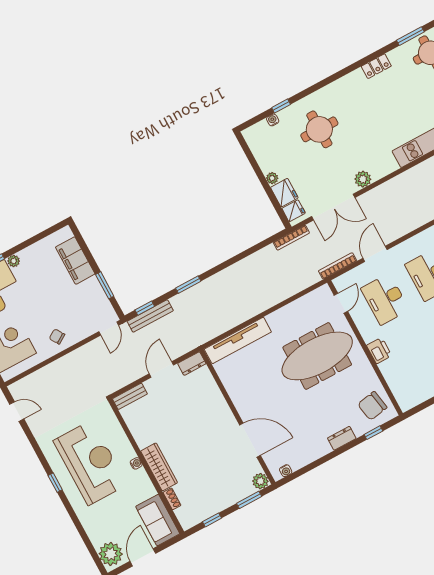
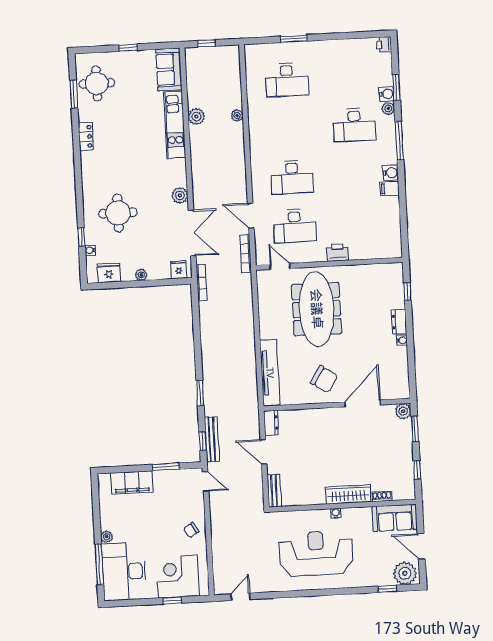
fridge: (284, 193) -> (109, 273), moved
chair: (372, 406) -> (324, 379), moved, turned -47
water cooler: (286, 471) -> (402, 340), moved
window: (55, 483) -> (387, 589), moved

